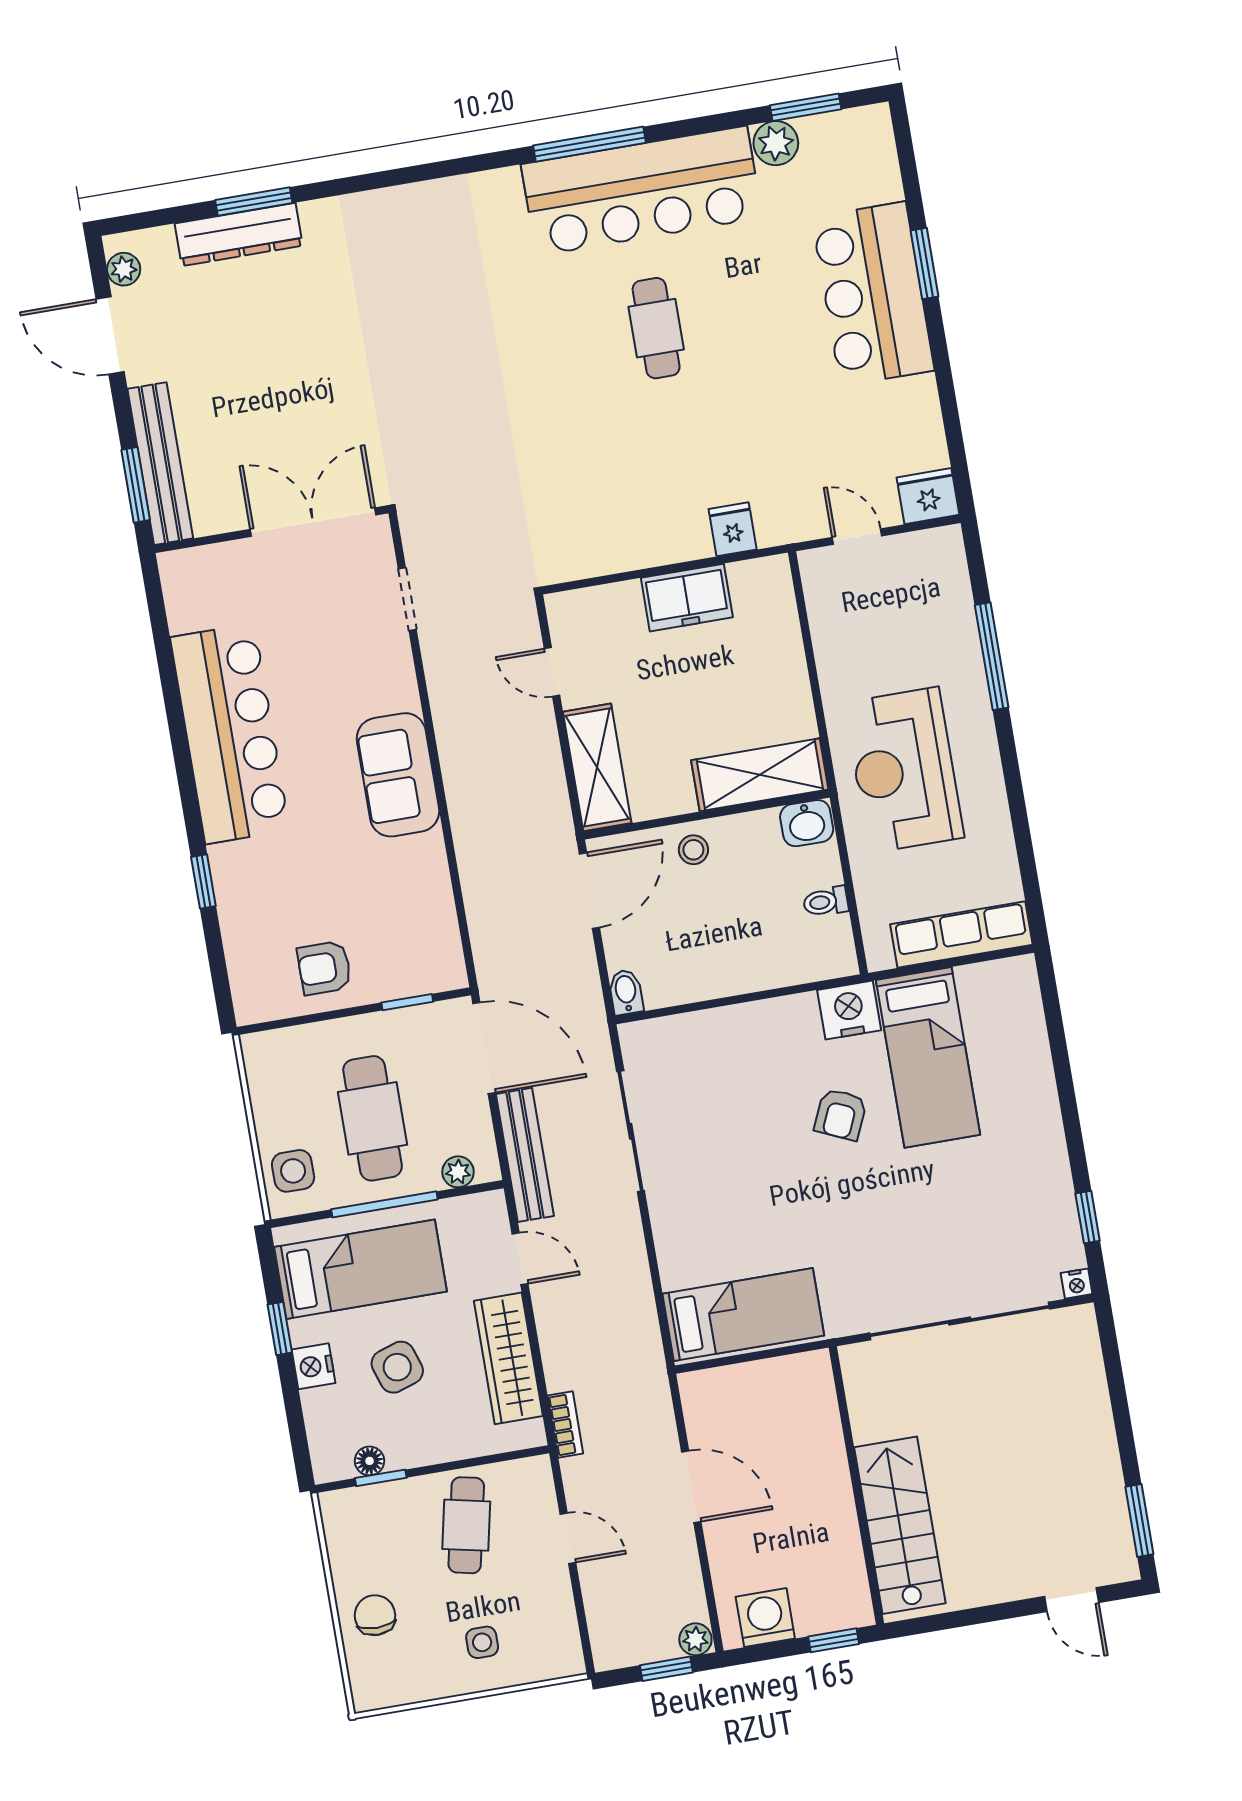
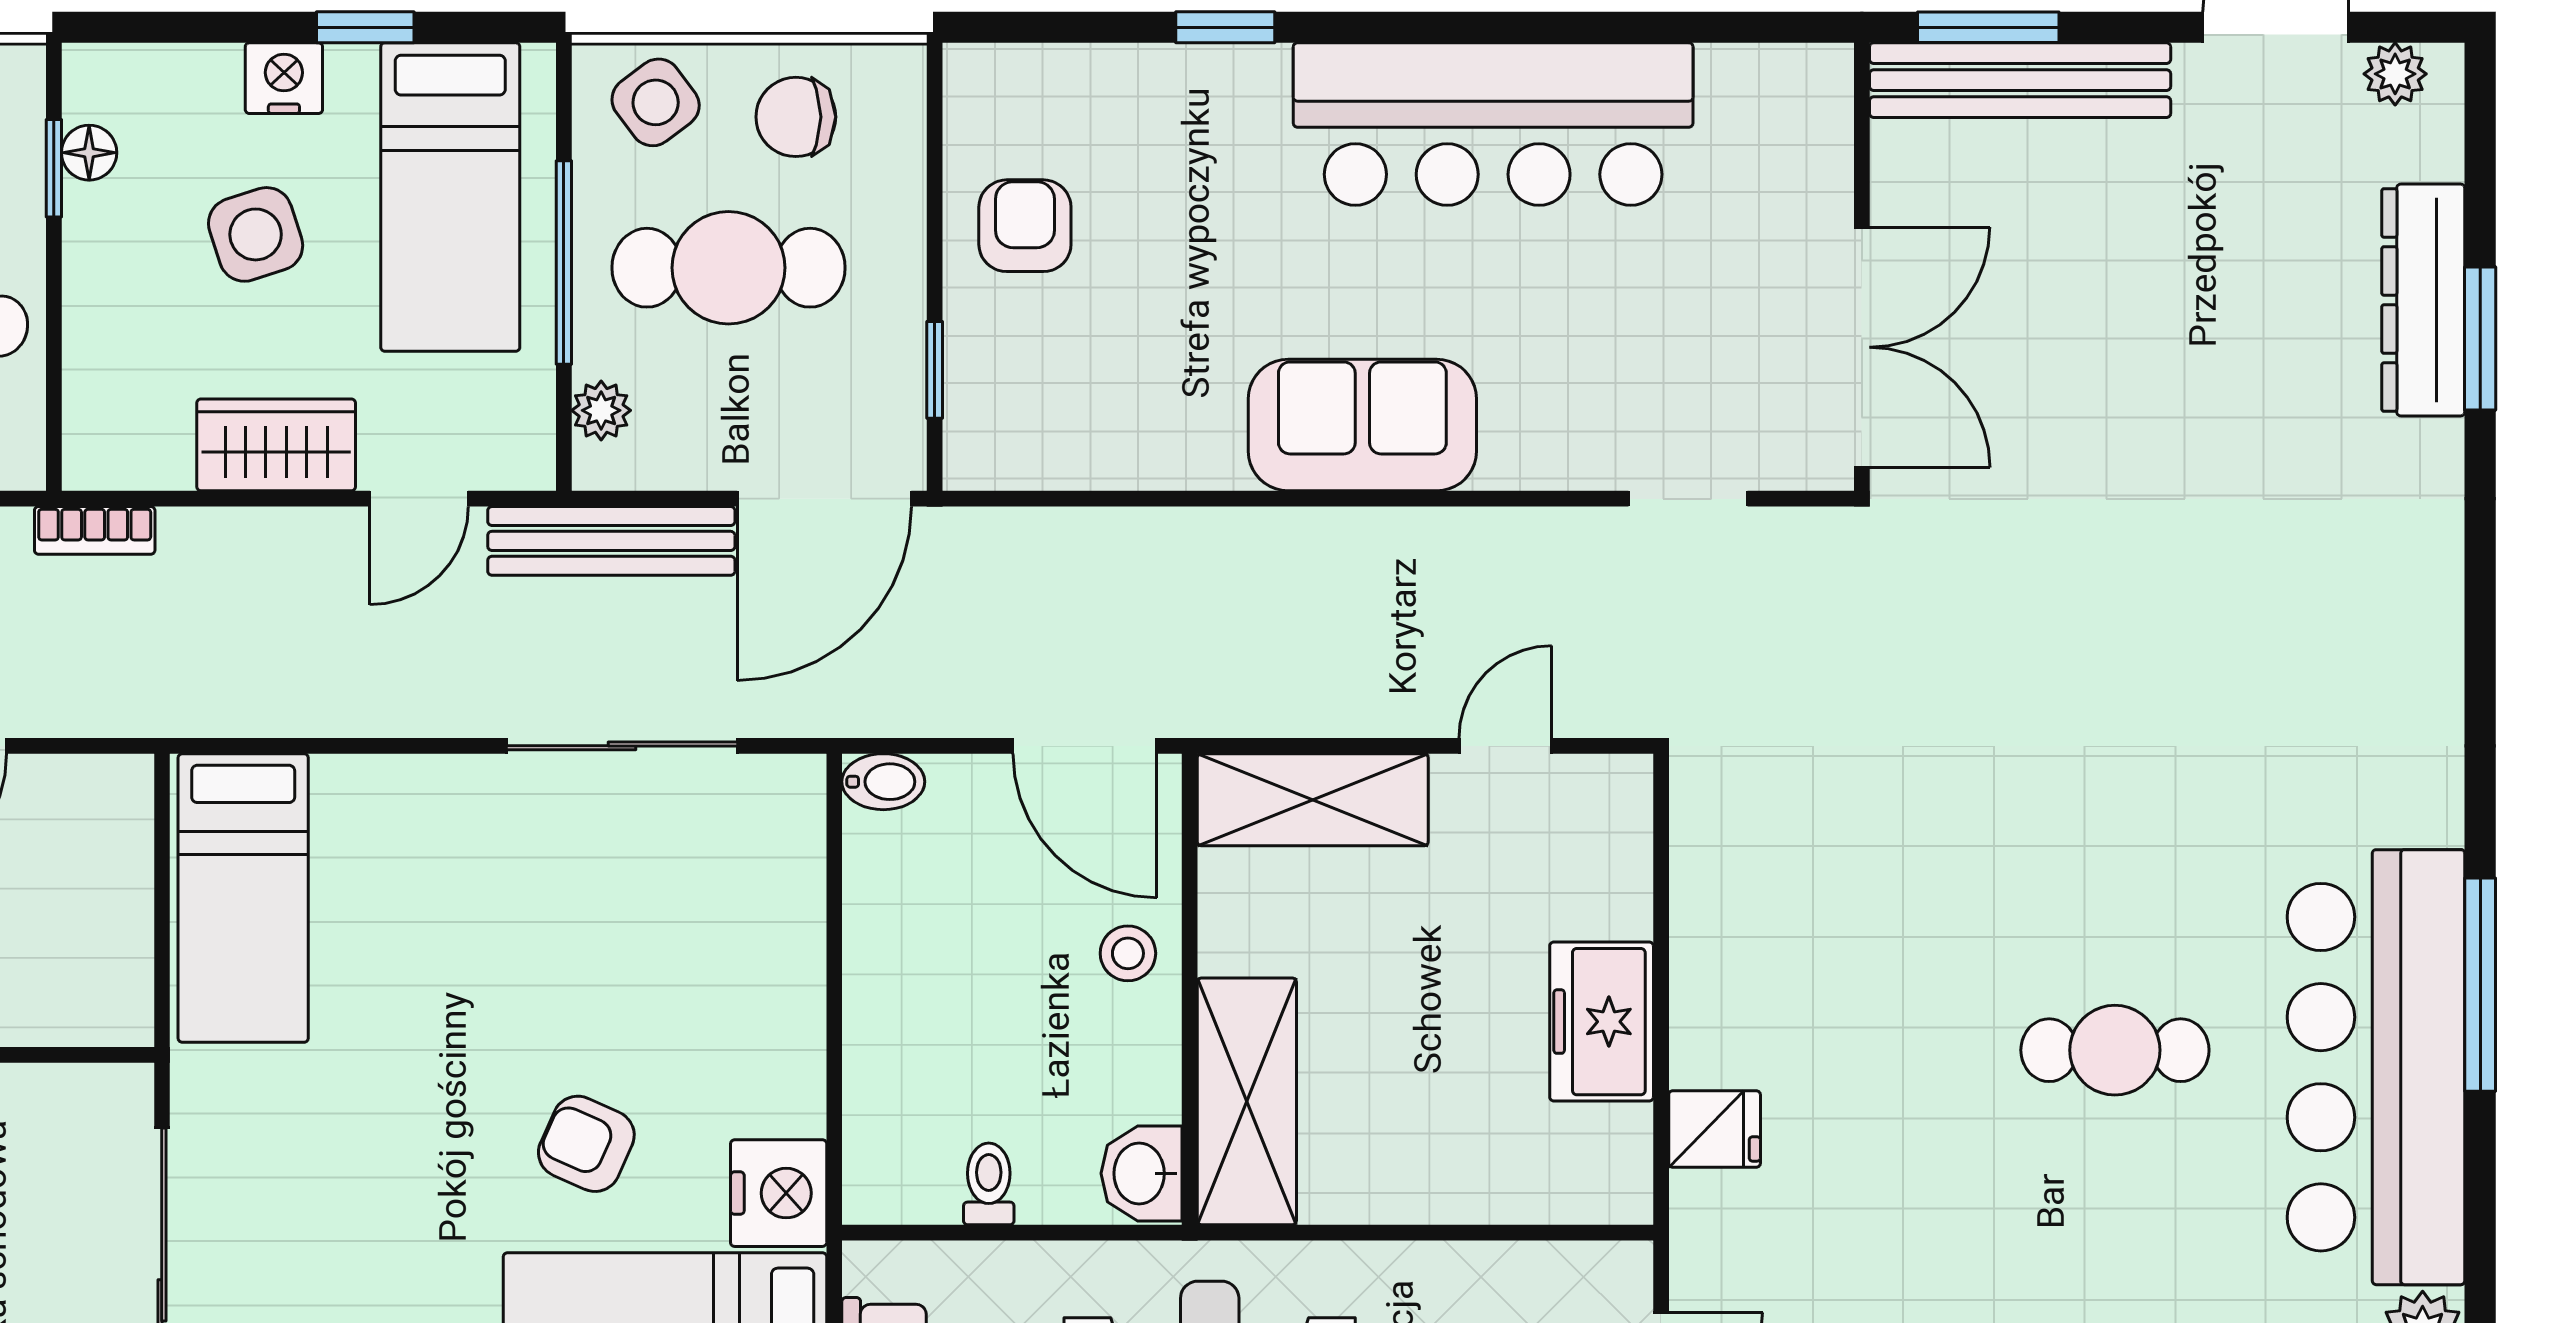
chair: (288, 1097) -> (796, 117), added
side table: (293, 1171) -> (656, 102), turned -37
wardrobe: (508, 1358) -> (276, 445), width x0.67

